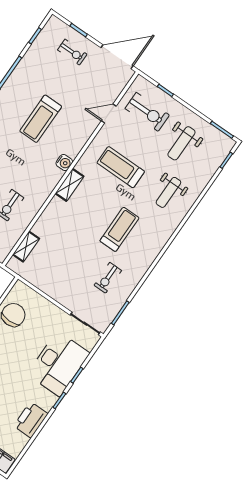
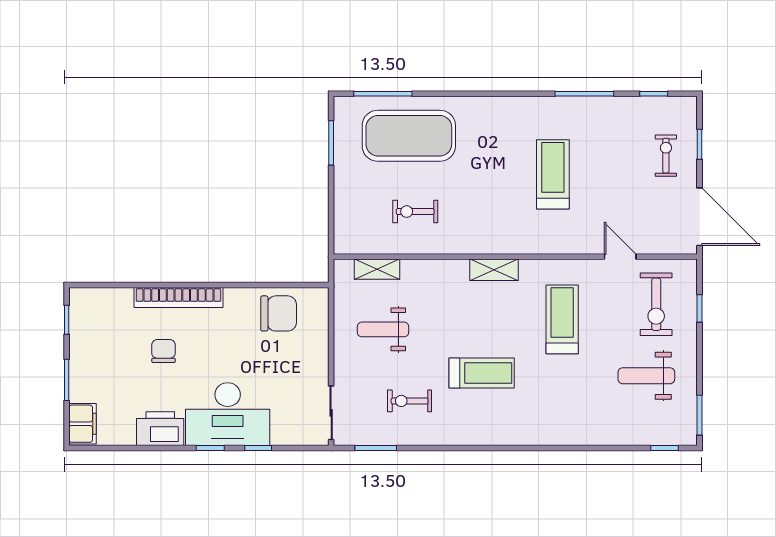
exercise bike: (72, 52) -> (666, 156), turned 180
treadmill: (41, 119) -> (553, 174), turned 90
water cooler: (64, 163) -> (518, 243), removed
weight bench: (168, 192) -> (383, 329), moved
desk: (58, 364) -> (228, 414), moved

